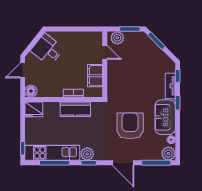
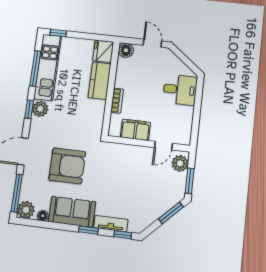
desk: (47, 49) -> (180, 90), moved, turned 51
kitchen counter: (75, 109) -> (100, 81), moved

